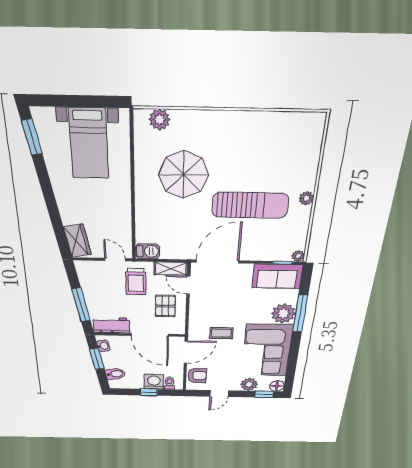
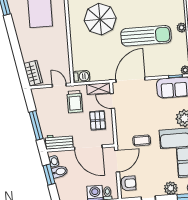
bidet: (115, 374) -> (60, 172), moved

